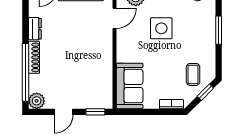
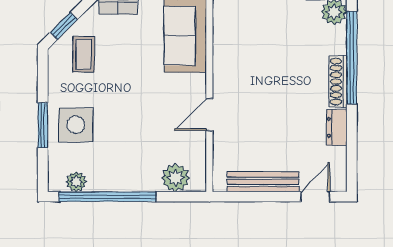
door: (114, 18) -> (209, 115), moved
side table: (161, 28) -> (76, 125), moved

